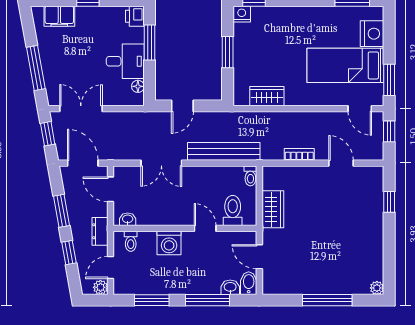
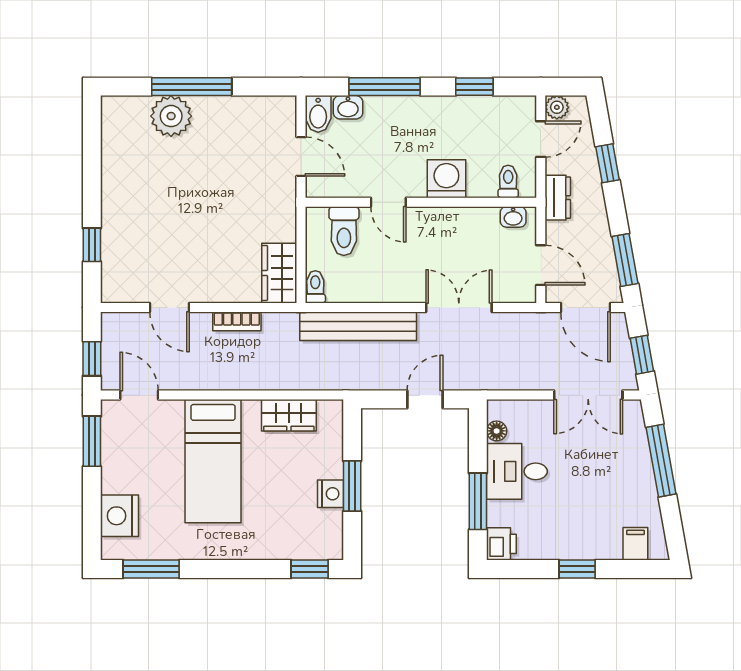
nightstand: (242, 14) -> (331, 494), moved, turned -90
filing cabinet: (59, 16) -> (635, 544), width x0.50
bed: (345, 65) -> (213, 461), moved, turned 90
wardrobe: (273, 209) -> (279, 273), moved
window: (61, 211) -> (625, 260), moved
plant: (377, 288) -> (171, 116), moved, width x1.87, depth x1.87
window: (152, 300) -> (474, 87), width x0.67

